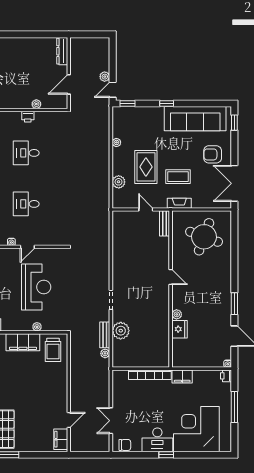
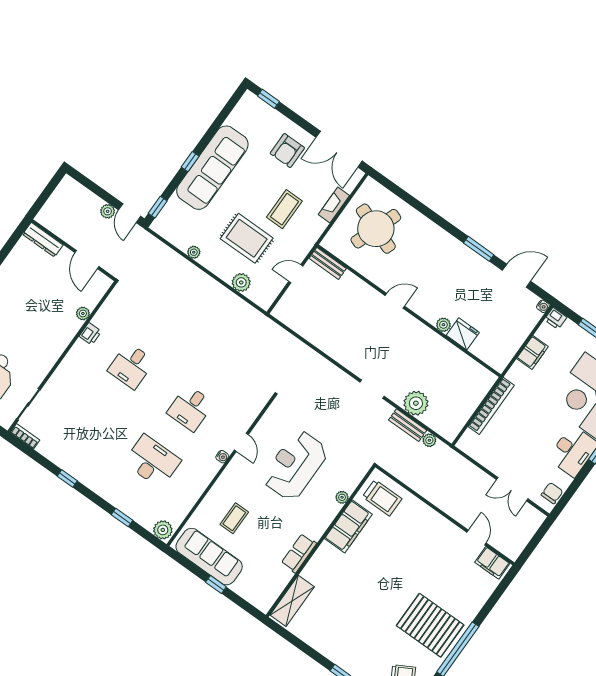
sofa: (195, 119) -> (212, 168), moved
fireplace: (179, 203) -> (334, 205), moved
reception desk: (36, 287) -> (295, 465), turned -90
filing cabinet: (182, 376) -> (532, 352), moved

